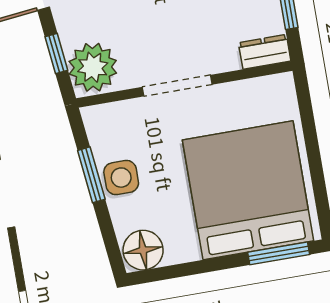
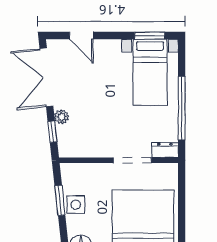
plant: (93, 67) -> (62, 117), moved, width x0.53, depth x0.53
doorway: (177, 86) -> (132, 160), moved

